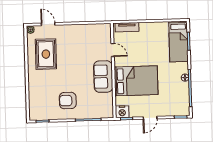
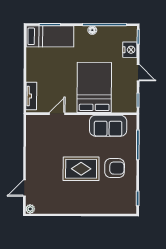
rug: (46, 54) -> (81, 169), moved
sofa: (103, 77) -> (108, 126), moved
armchair: (68, 101) -> (115, 168), turned -90
nightstand: (122, 112) -> (130, 50), moved

